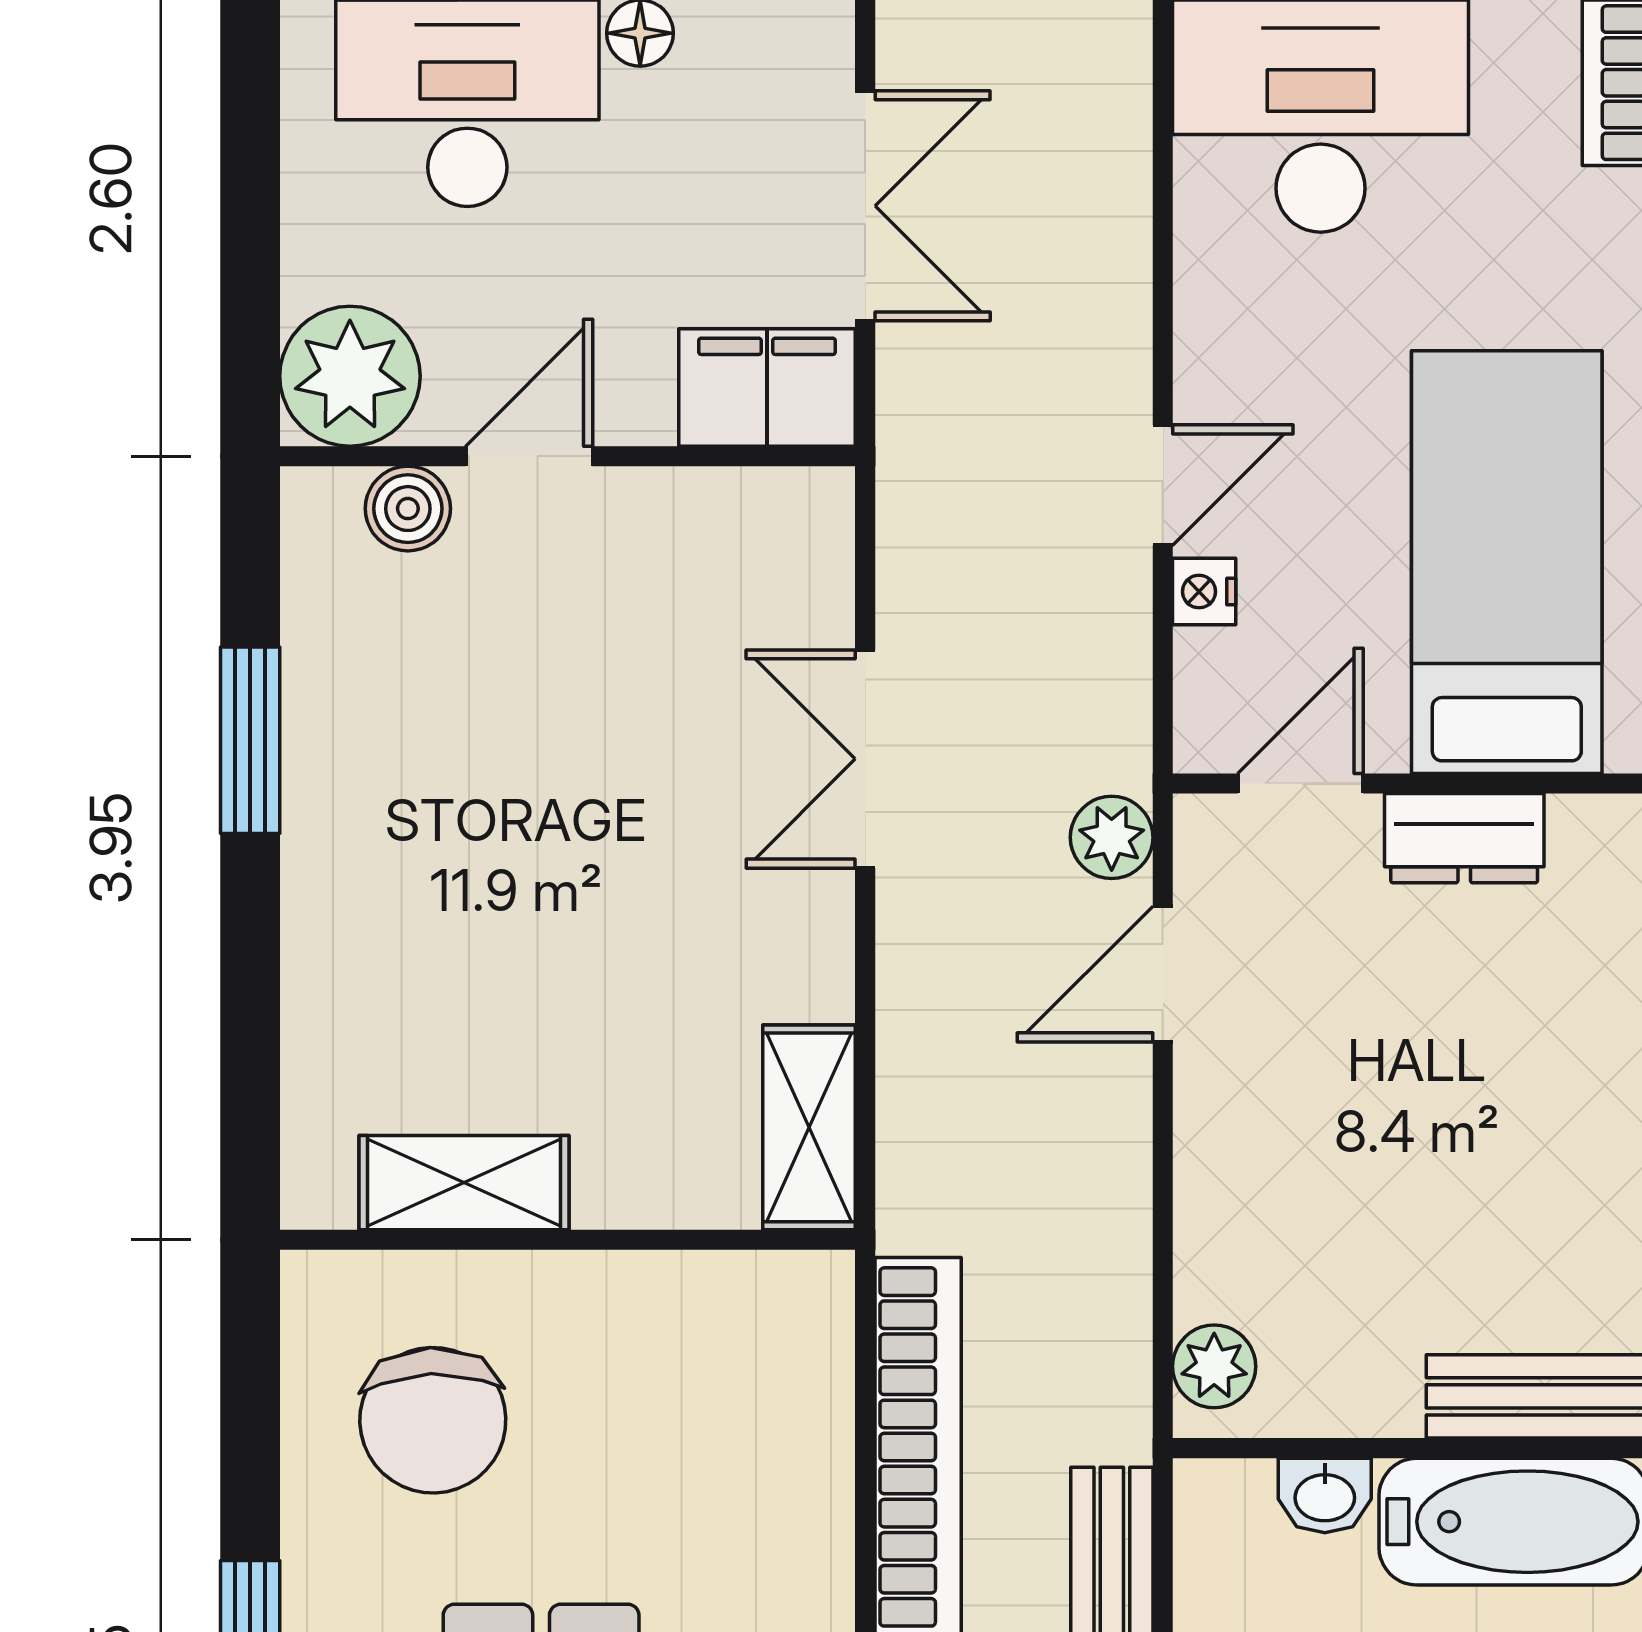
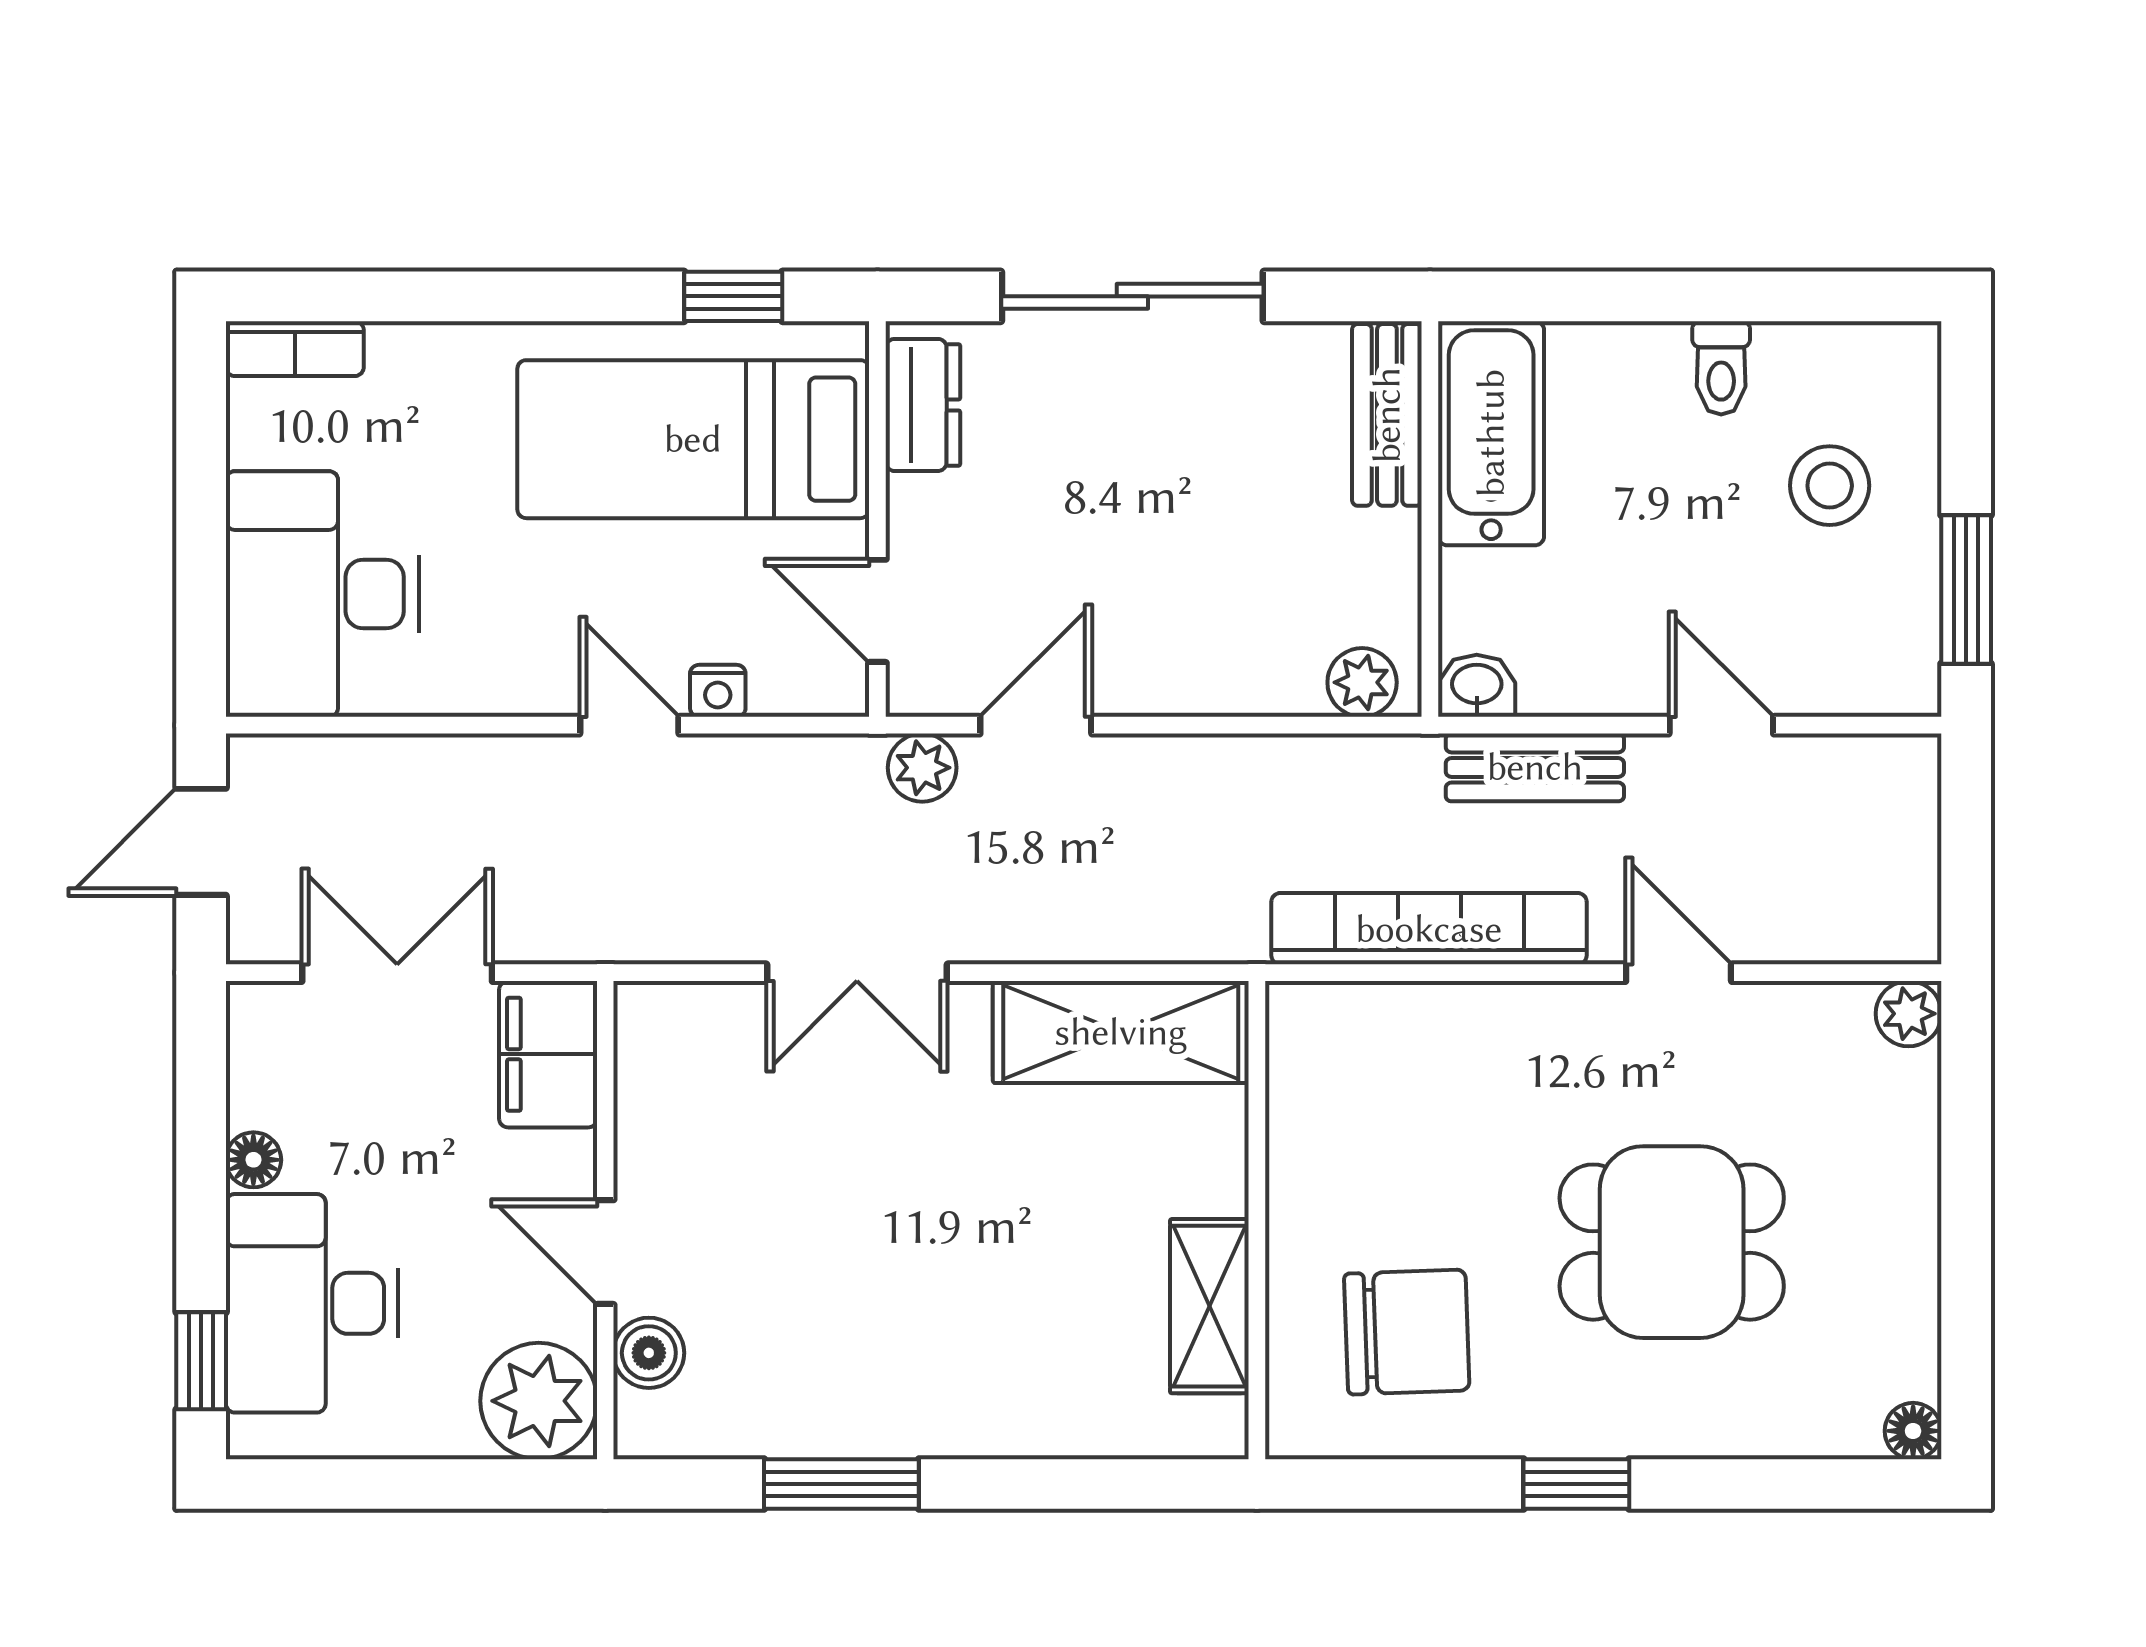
dresser: (1464, 838) -> (923, 405), moved
door: (1163, 974) -> (1036, 725), swing flipped
shelving: (809, 1127) -> (1121, 1032), width x1.50, depth x1.33
washbasin: (1325, 1495) -> (1477, 686), moved, turned -90

